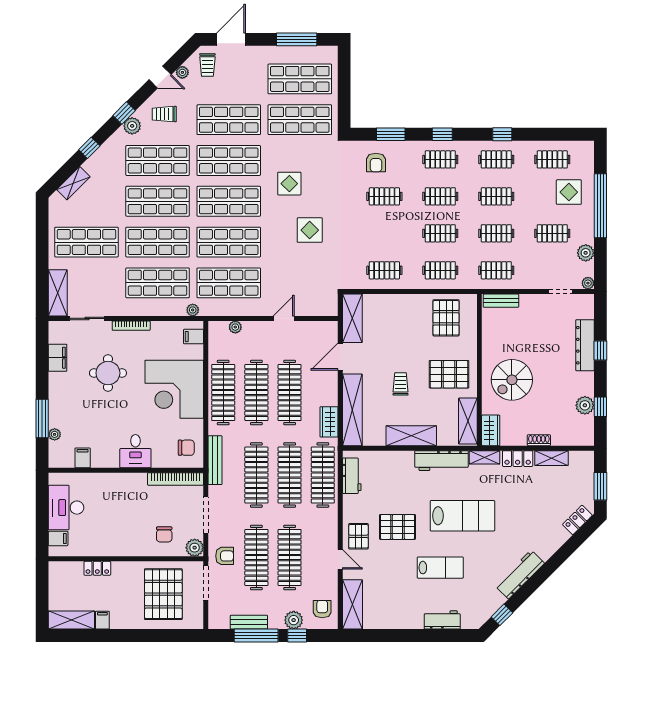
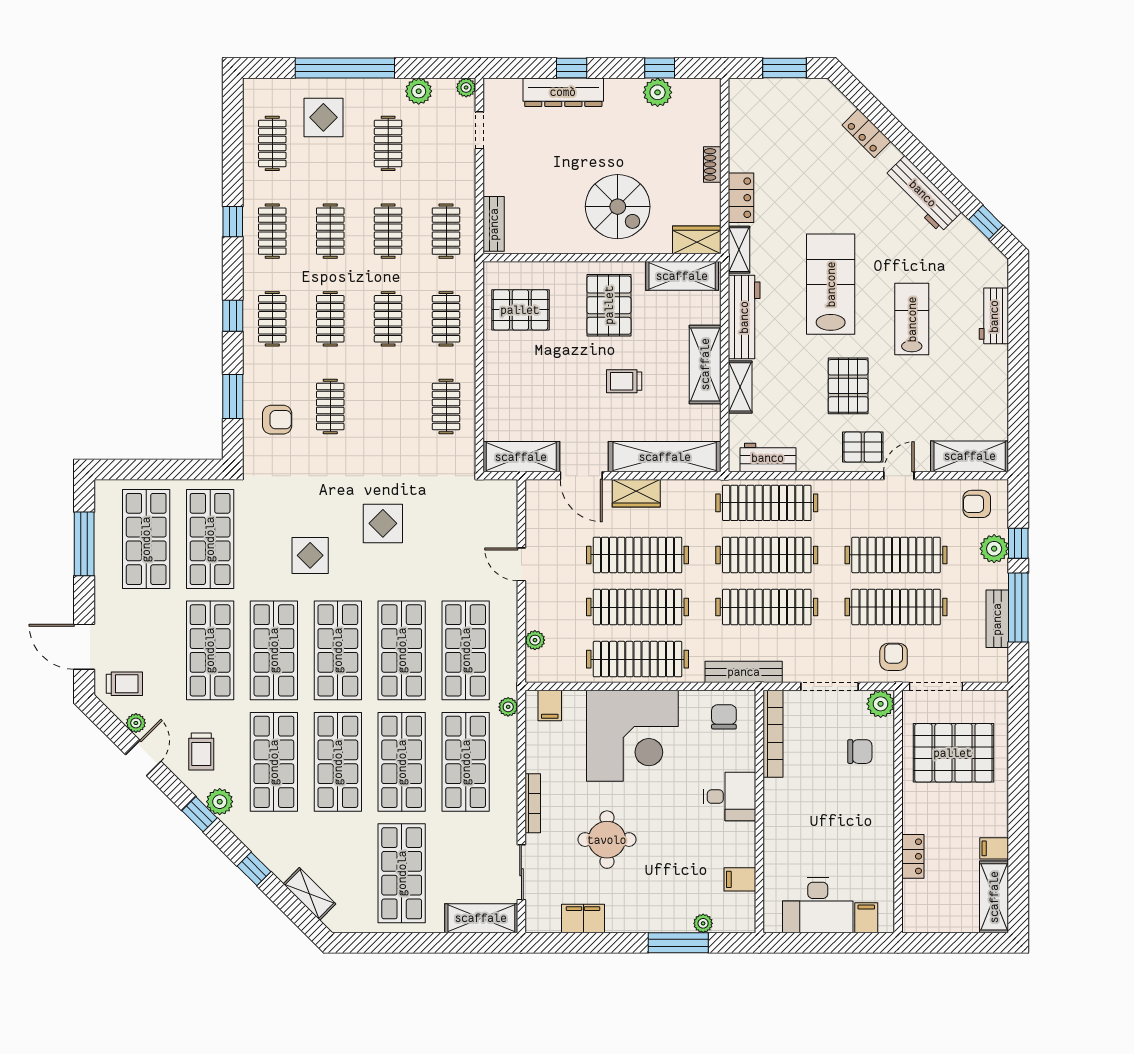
wardrobe: (329, 422) -> (636, 493), moved
shelving: (551, 458) -> (740, 387), moved
locker: (577, 520) -> (866, 133), moved

